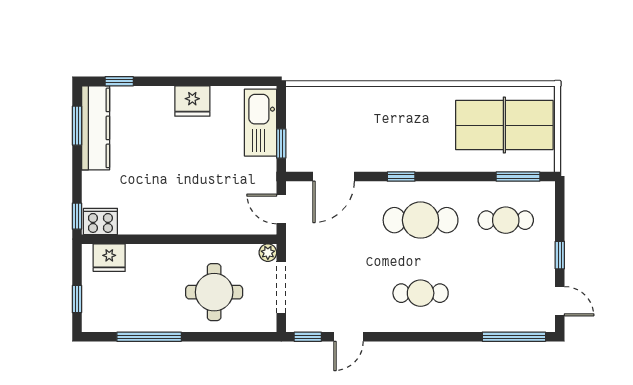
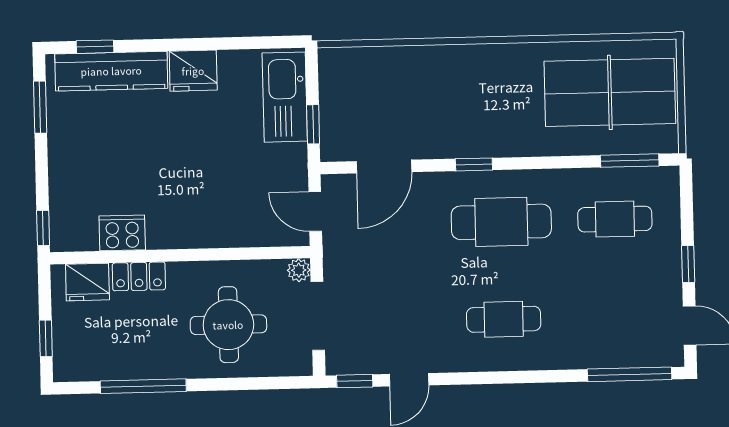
kitchen counter: (96, 128) -> (111, 71), moved, turned 90
cooker: (100, 221) -> (122, 233), moved
locker: (148, 254) -> (139, 276), added

